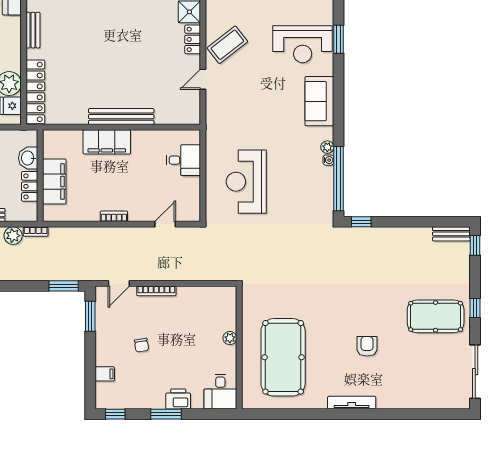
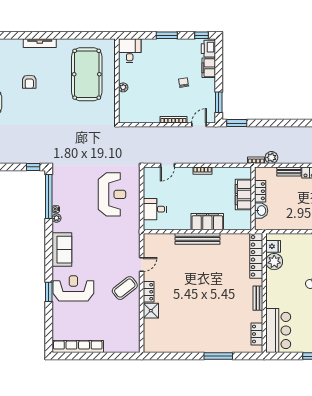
filing cabinet: (105, 374) -> (209, 68), width x2.00
printer: (178, 399) -> (208, 49), moved, turned 90

